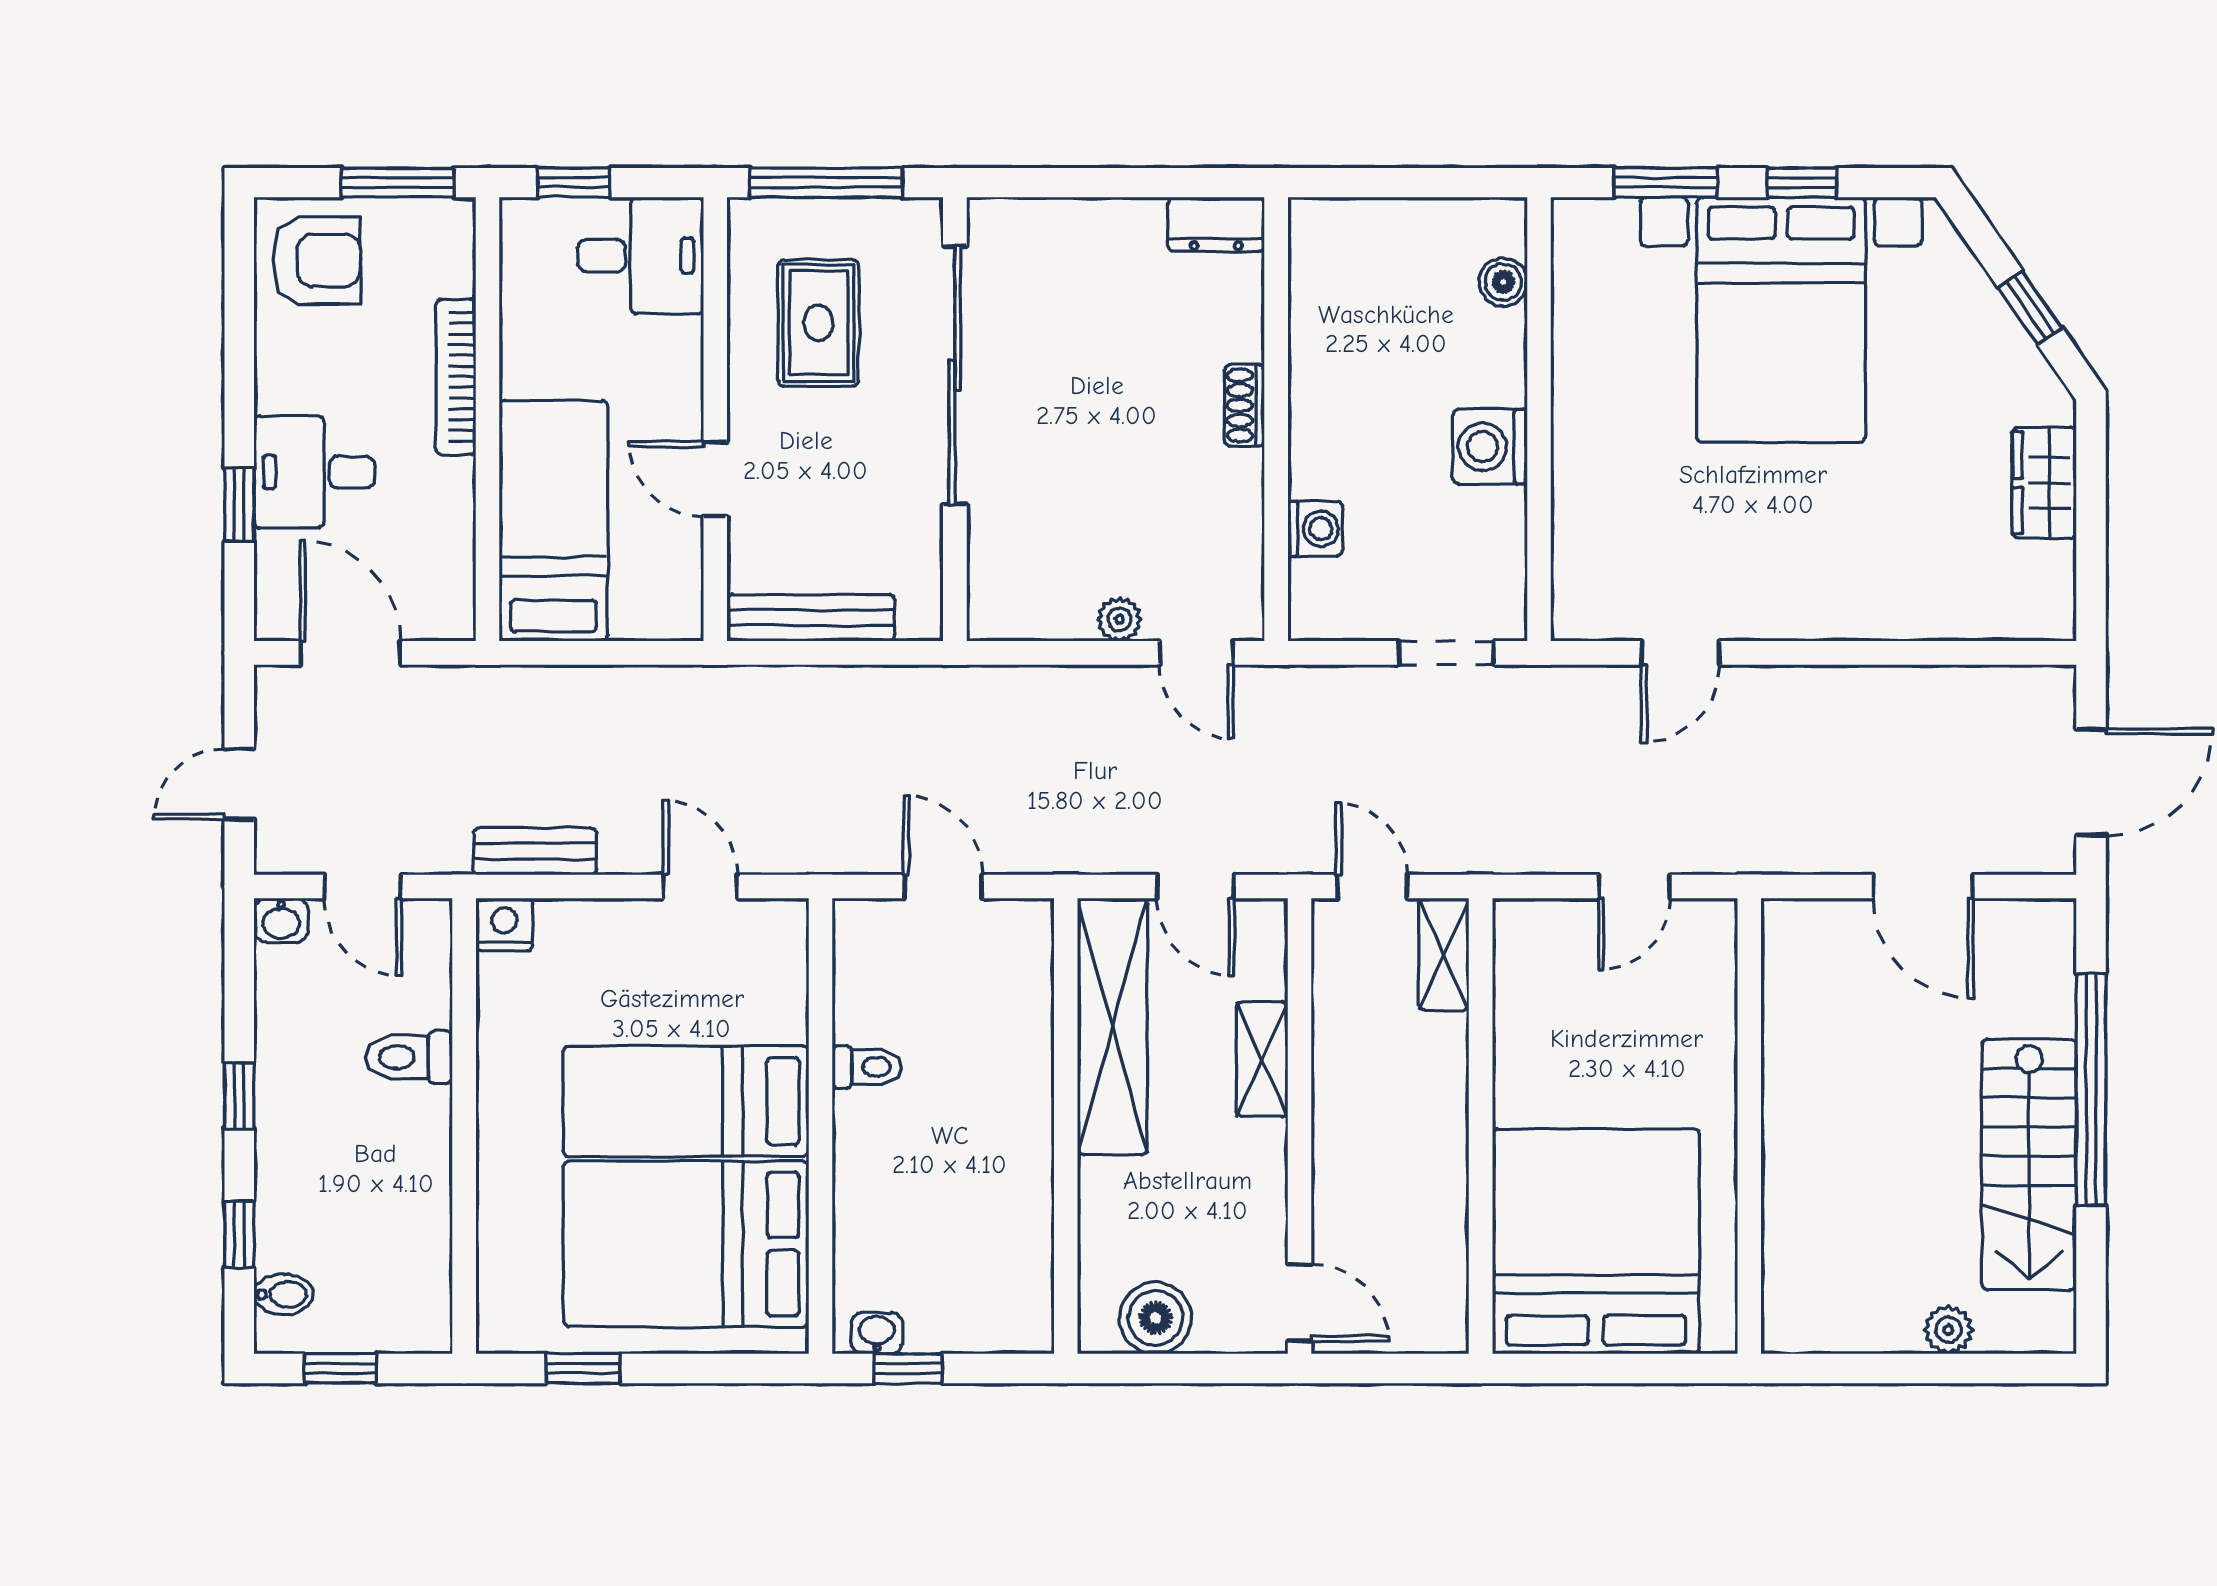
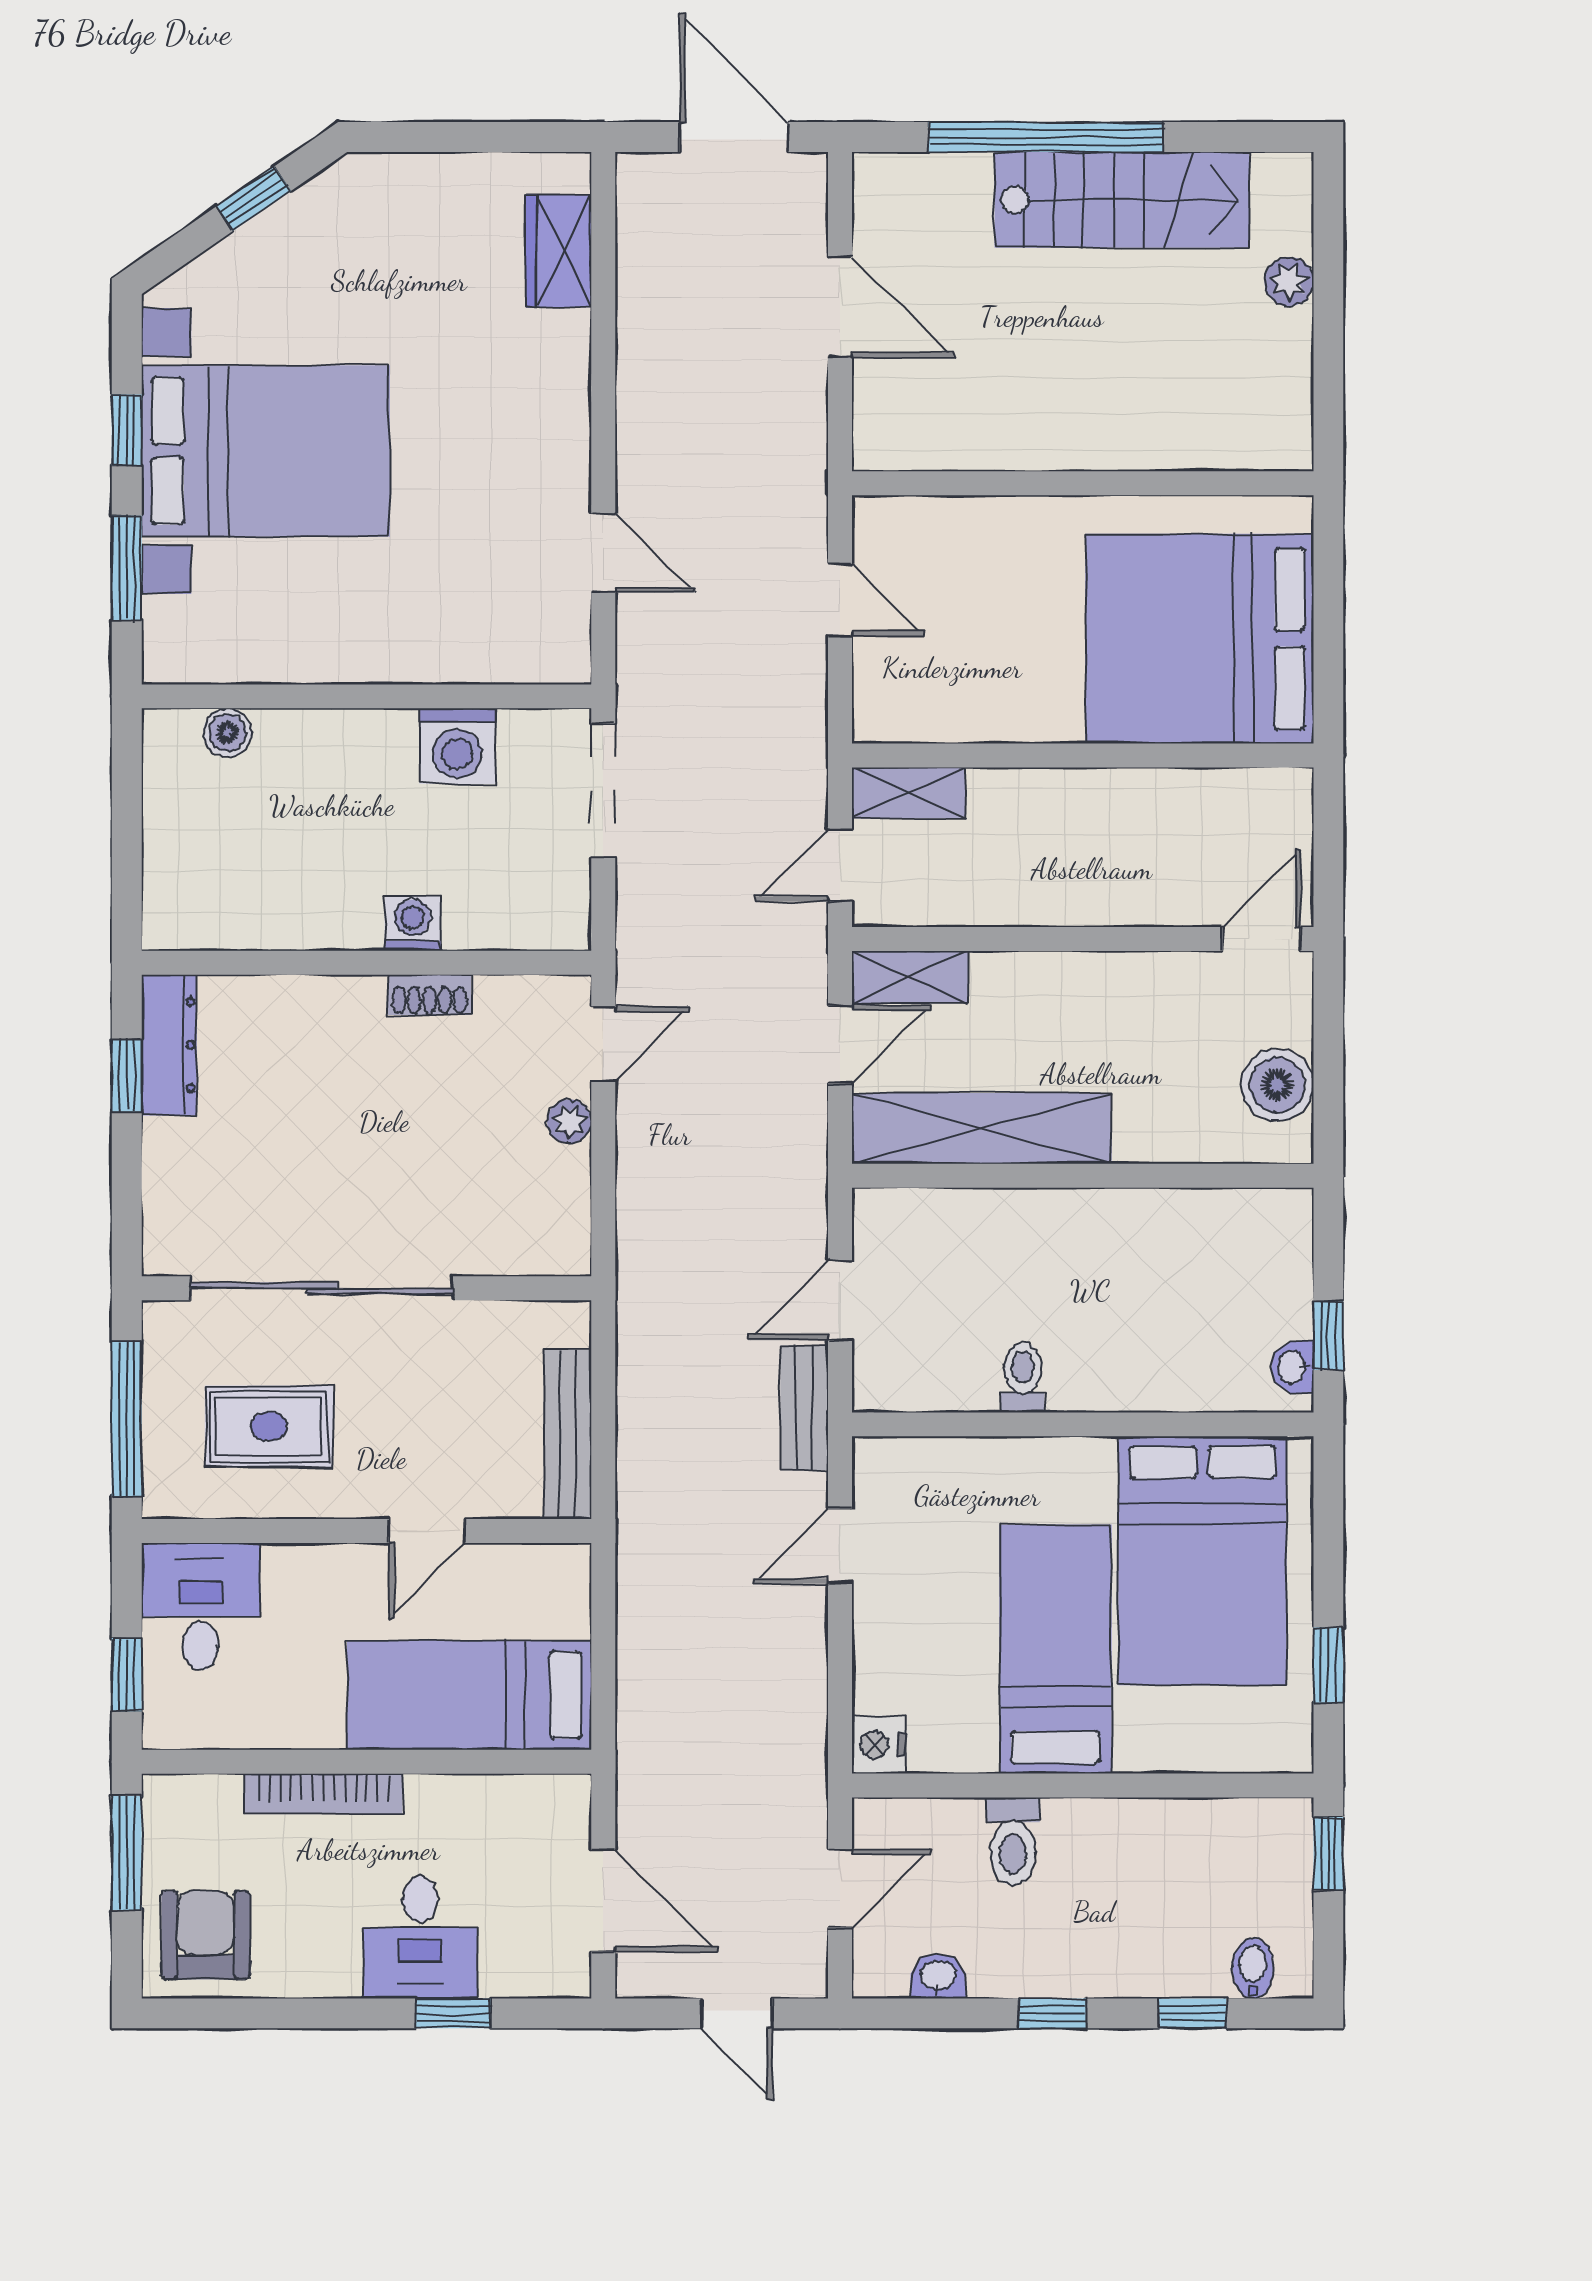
window: (1165, 183) -> (127, 1075), added
dresser: (1216, 224) -> (169, 1045), width x1.44
shoe rack: (1245, 405) -> (430, 995), moved
washing machine: (1490, 447) -> (457, 746), moved
wardrobe: (2044, 483) -> (559, 251), moved, turned 90
washing machine: (1315, 529) -> (413, 923), moved
door: (350, 653) -> (603, 1901), swing flipped
doorway: (1446, 653) -> (603, 790), width x1.38
bench: (535, 851) -> (804, 1408), moved
door: (1923, 887) -> (840, 307), hinge flipped
washbasin: (281, 920) -> (938, 1976), moved, turned -90
shelving: (1262, 1059) -> (910, 977), moved
bed: (686, 1101) -> (1056, 1649), moved, turned 180
window: (340, 1368) -> (1328, 1854), moved

